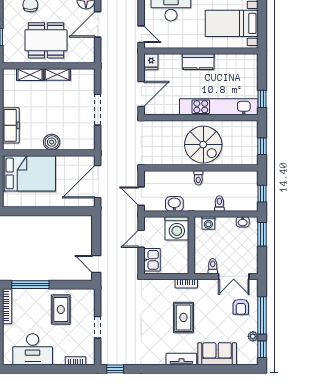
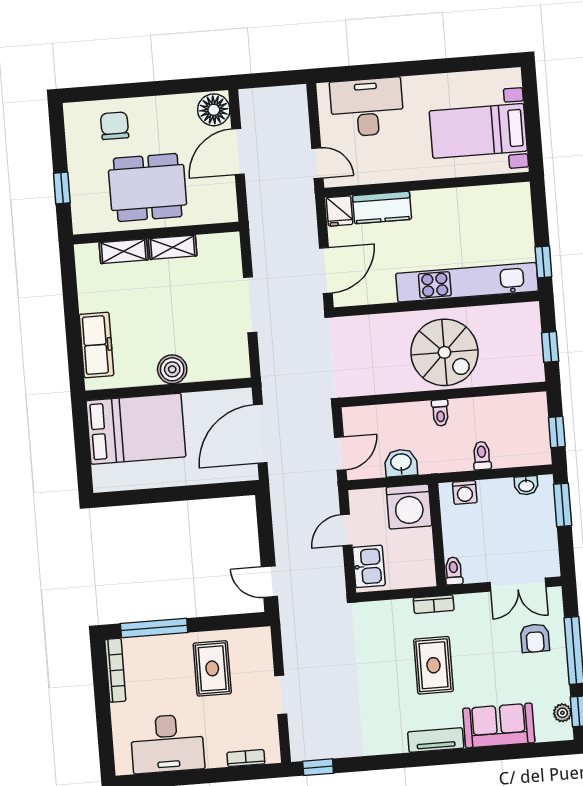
kitchen counter: (198, 62) -> (382, 207), moved
door: (141, 196) -> (340, 454), swing flipped
toilet: (213, 266) -> (454, 571), moved
plant: (253, 336) -> (562, 713), moved

